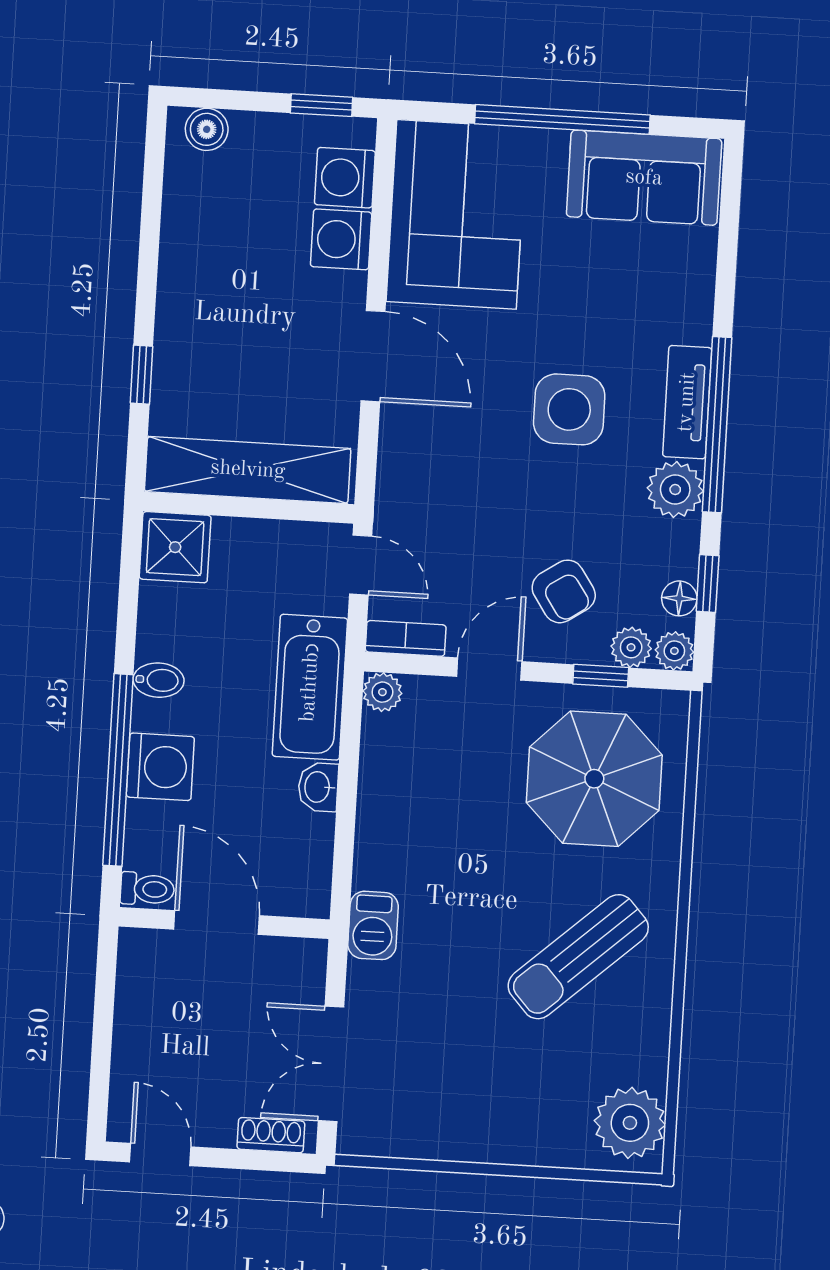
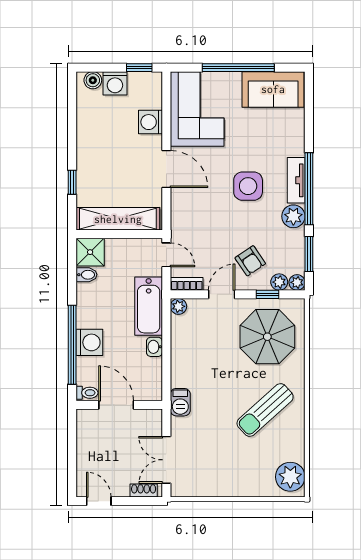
washing machine: (345, 178) -> (115, 83), moved, turned -90
window: (708, 583) -> (309, 254), width x1.50
floor lamp: (679, 598) -> (298, 261), removed
bidet: (159, 680) -> (87, 275), moved

